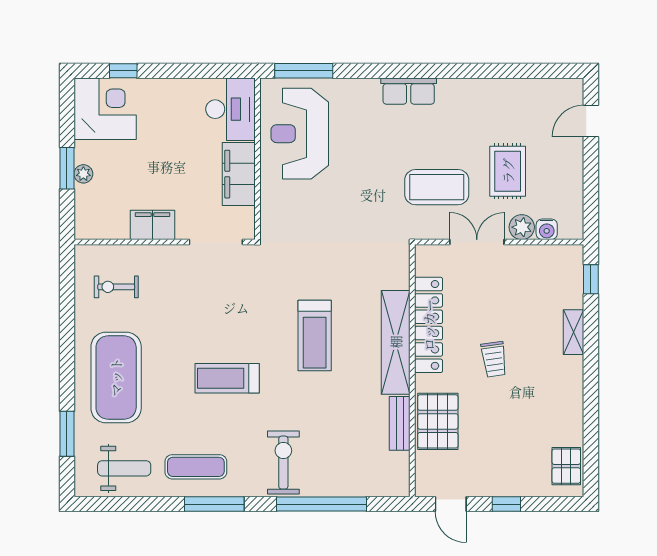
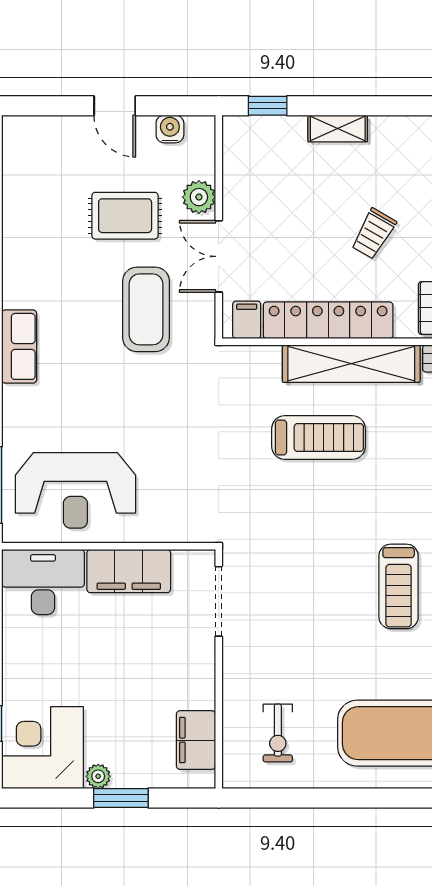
door: (591, 121) -> (115, 106), moved
plant: (83, 174) -> (98, 776), moved
filing cabinet: (153, 225) -> (196, 740), moved
water cooler: (547, 229) -> (170, 129), moved, turned -90
filing cabinet: (429, 263) -> (247, 320), added
treadmill: (315, 335) -> (318, 438), moved
trolley: (494, 359) -> (374, 234), turned 128

